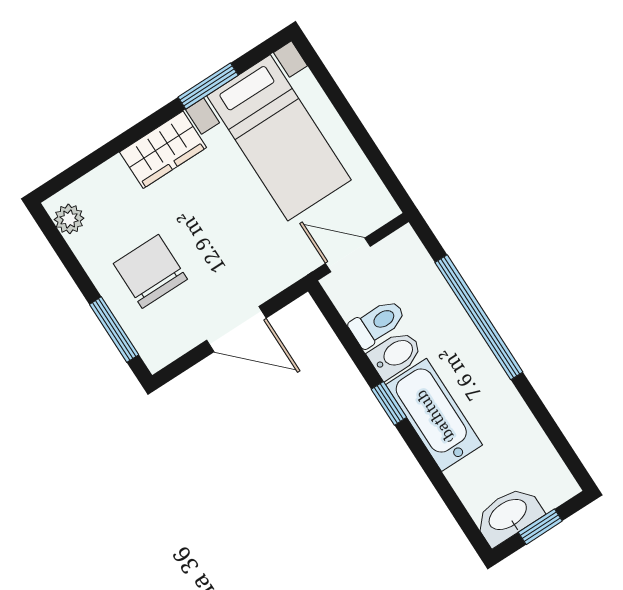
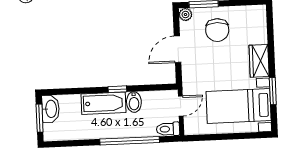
plant: (69, 219) -> (185, 14), moved
chair: (150, 271) -> (217, 30), turned 91
toilet: (378, 323) -> (168, 129), moved, turned 90
window: (540, 527) -> (40, 118), width x1.50

